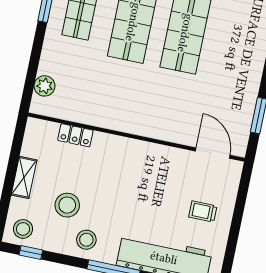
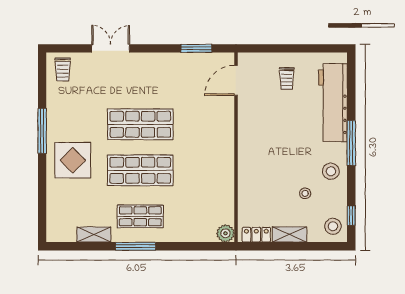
plant: (45, 86) -> (225, 233), moved
locker: (75, 135) -> (256, 235), moved, turned -90
stool: (67, 205) -> (305, 193), width x0.53, depth x0.53

